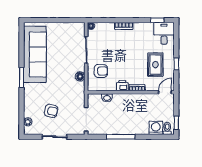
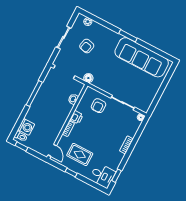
floor lamp: (80, 76) -> (88, 78), moved

